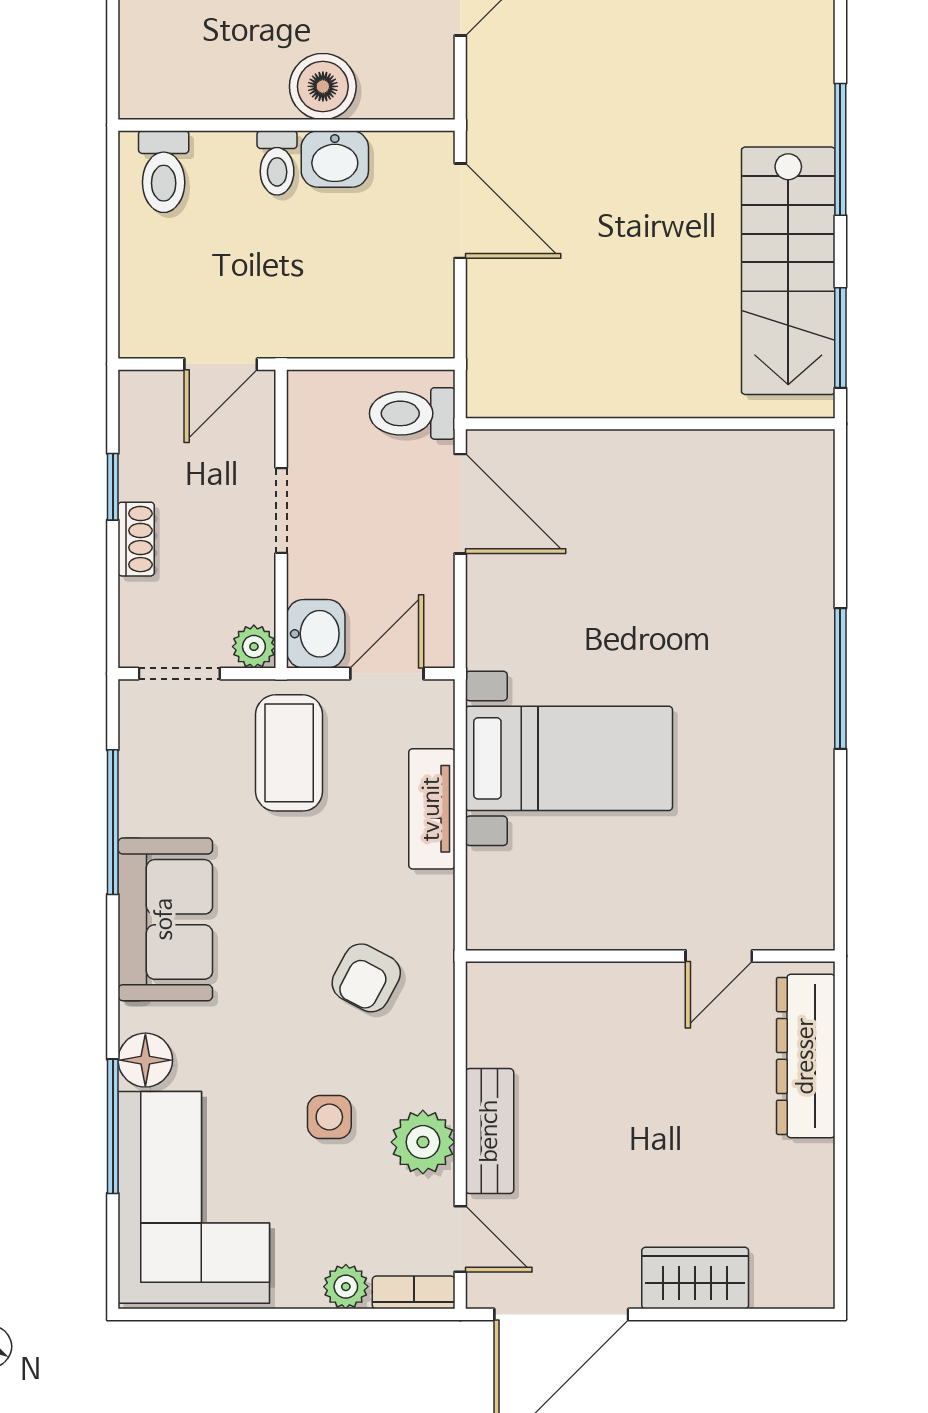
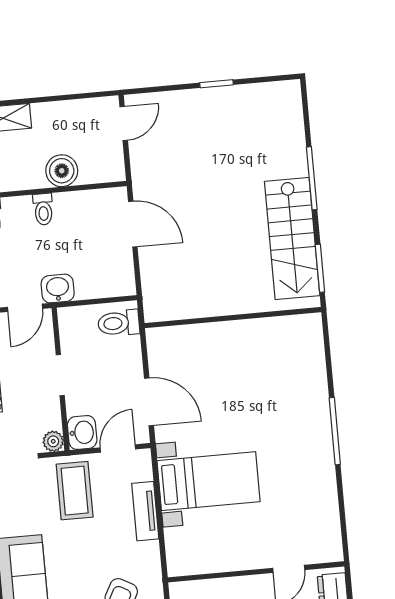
washbasin: (335, 159) -> (58, 289), moved, turned 180
door: (460, 504) -> (149, 402), moved

